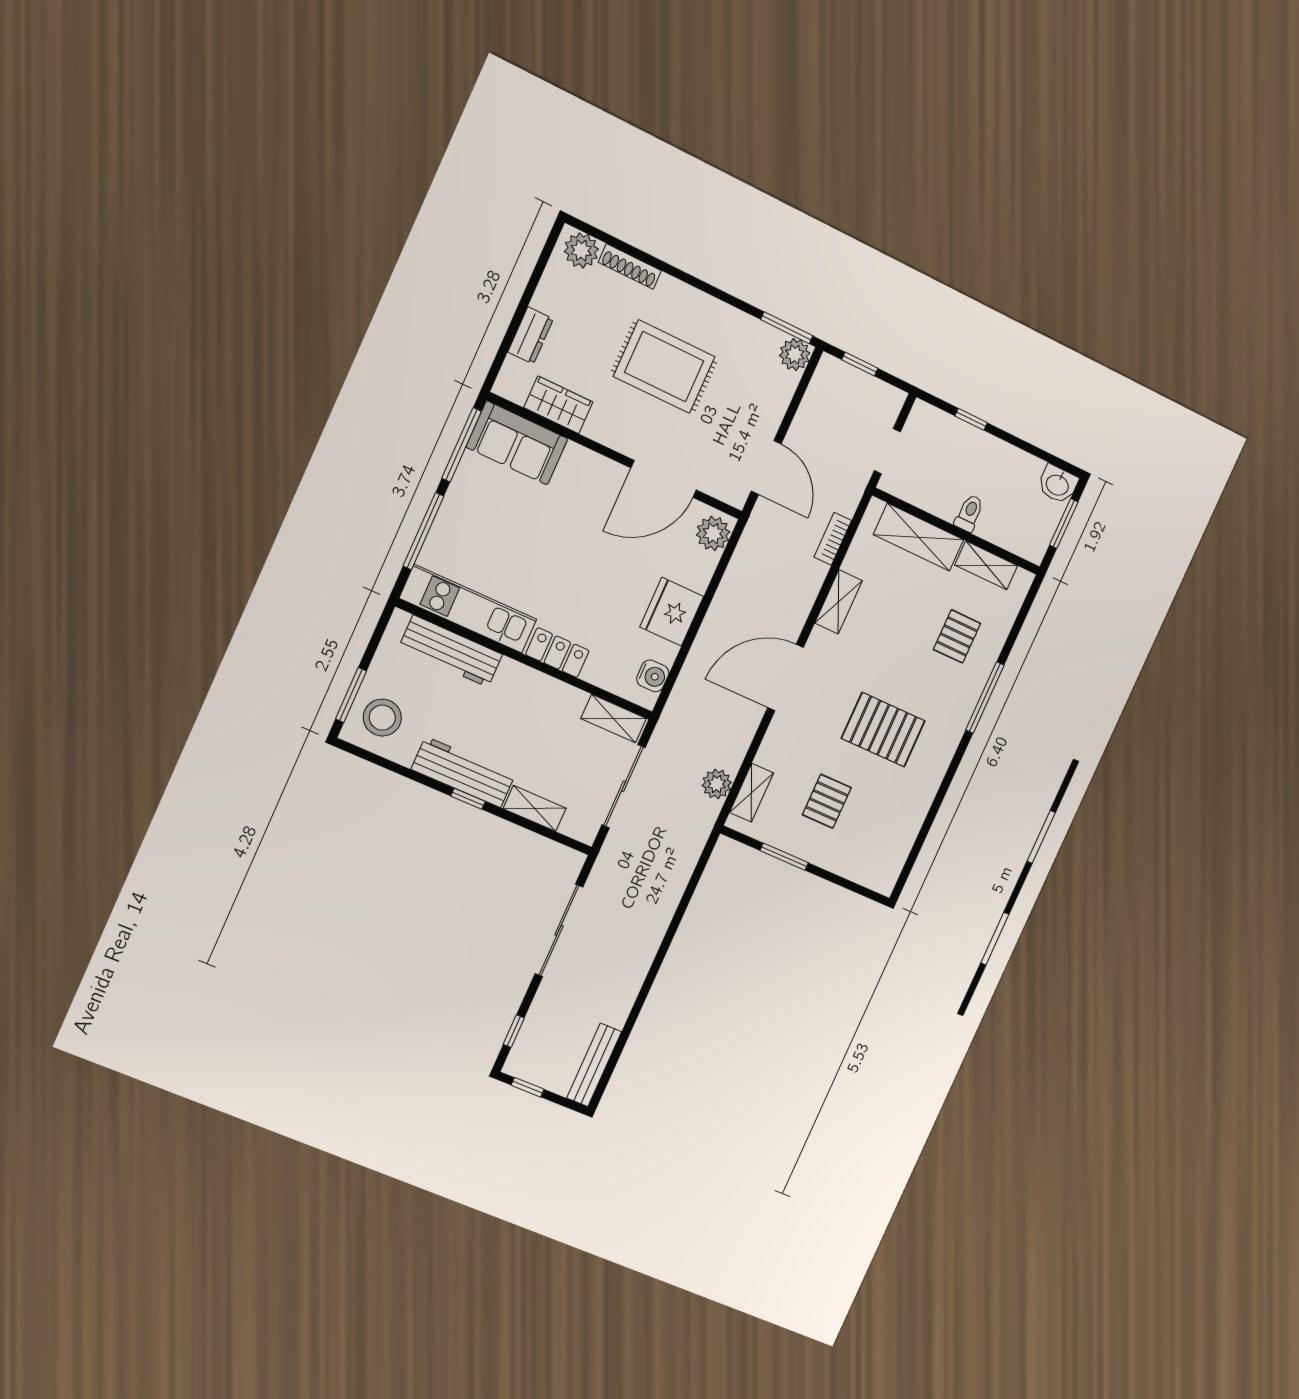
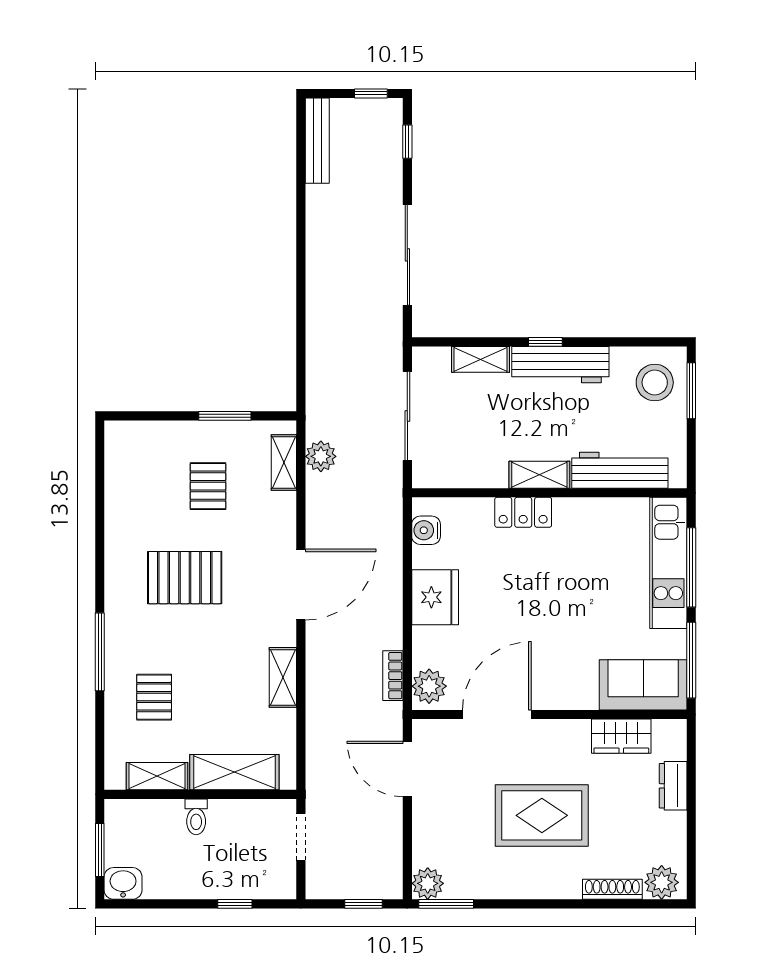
bookcase: (833, 539) -> (393, 676), moved, turned 180
kitchen unit: (468, 609) -> (668, 563), moved, turned 90
shelving: (614, 719) -> (539, 475), moved

